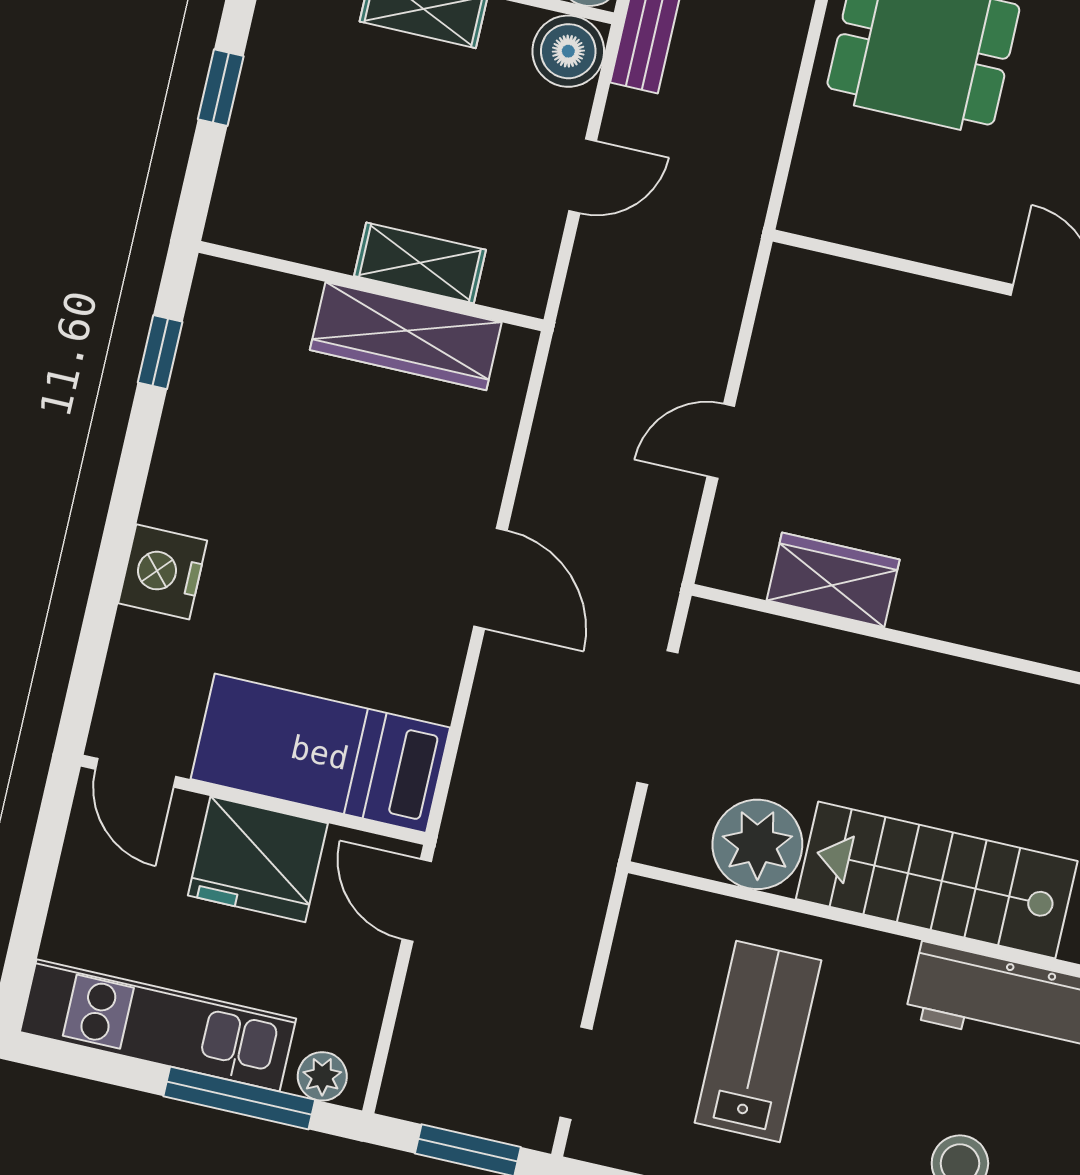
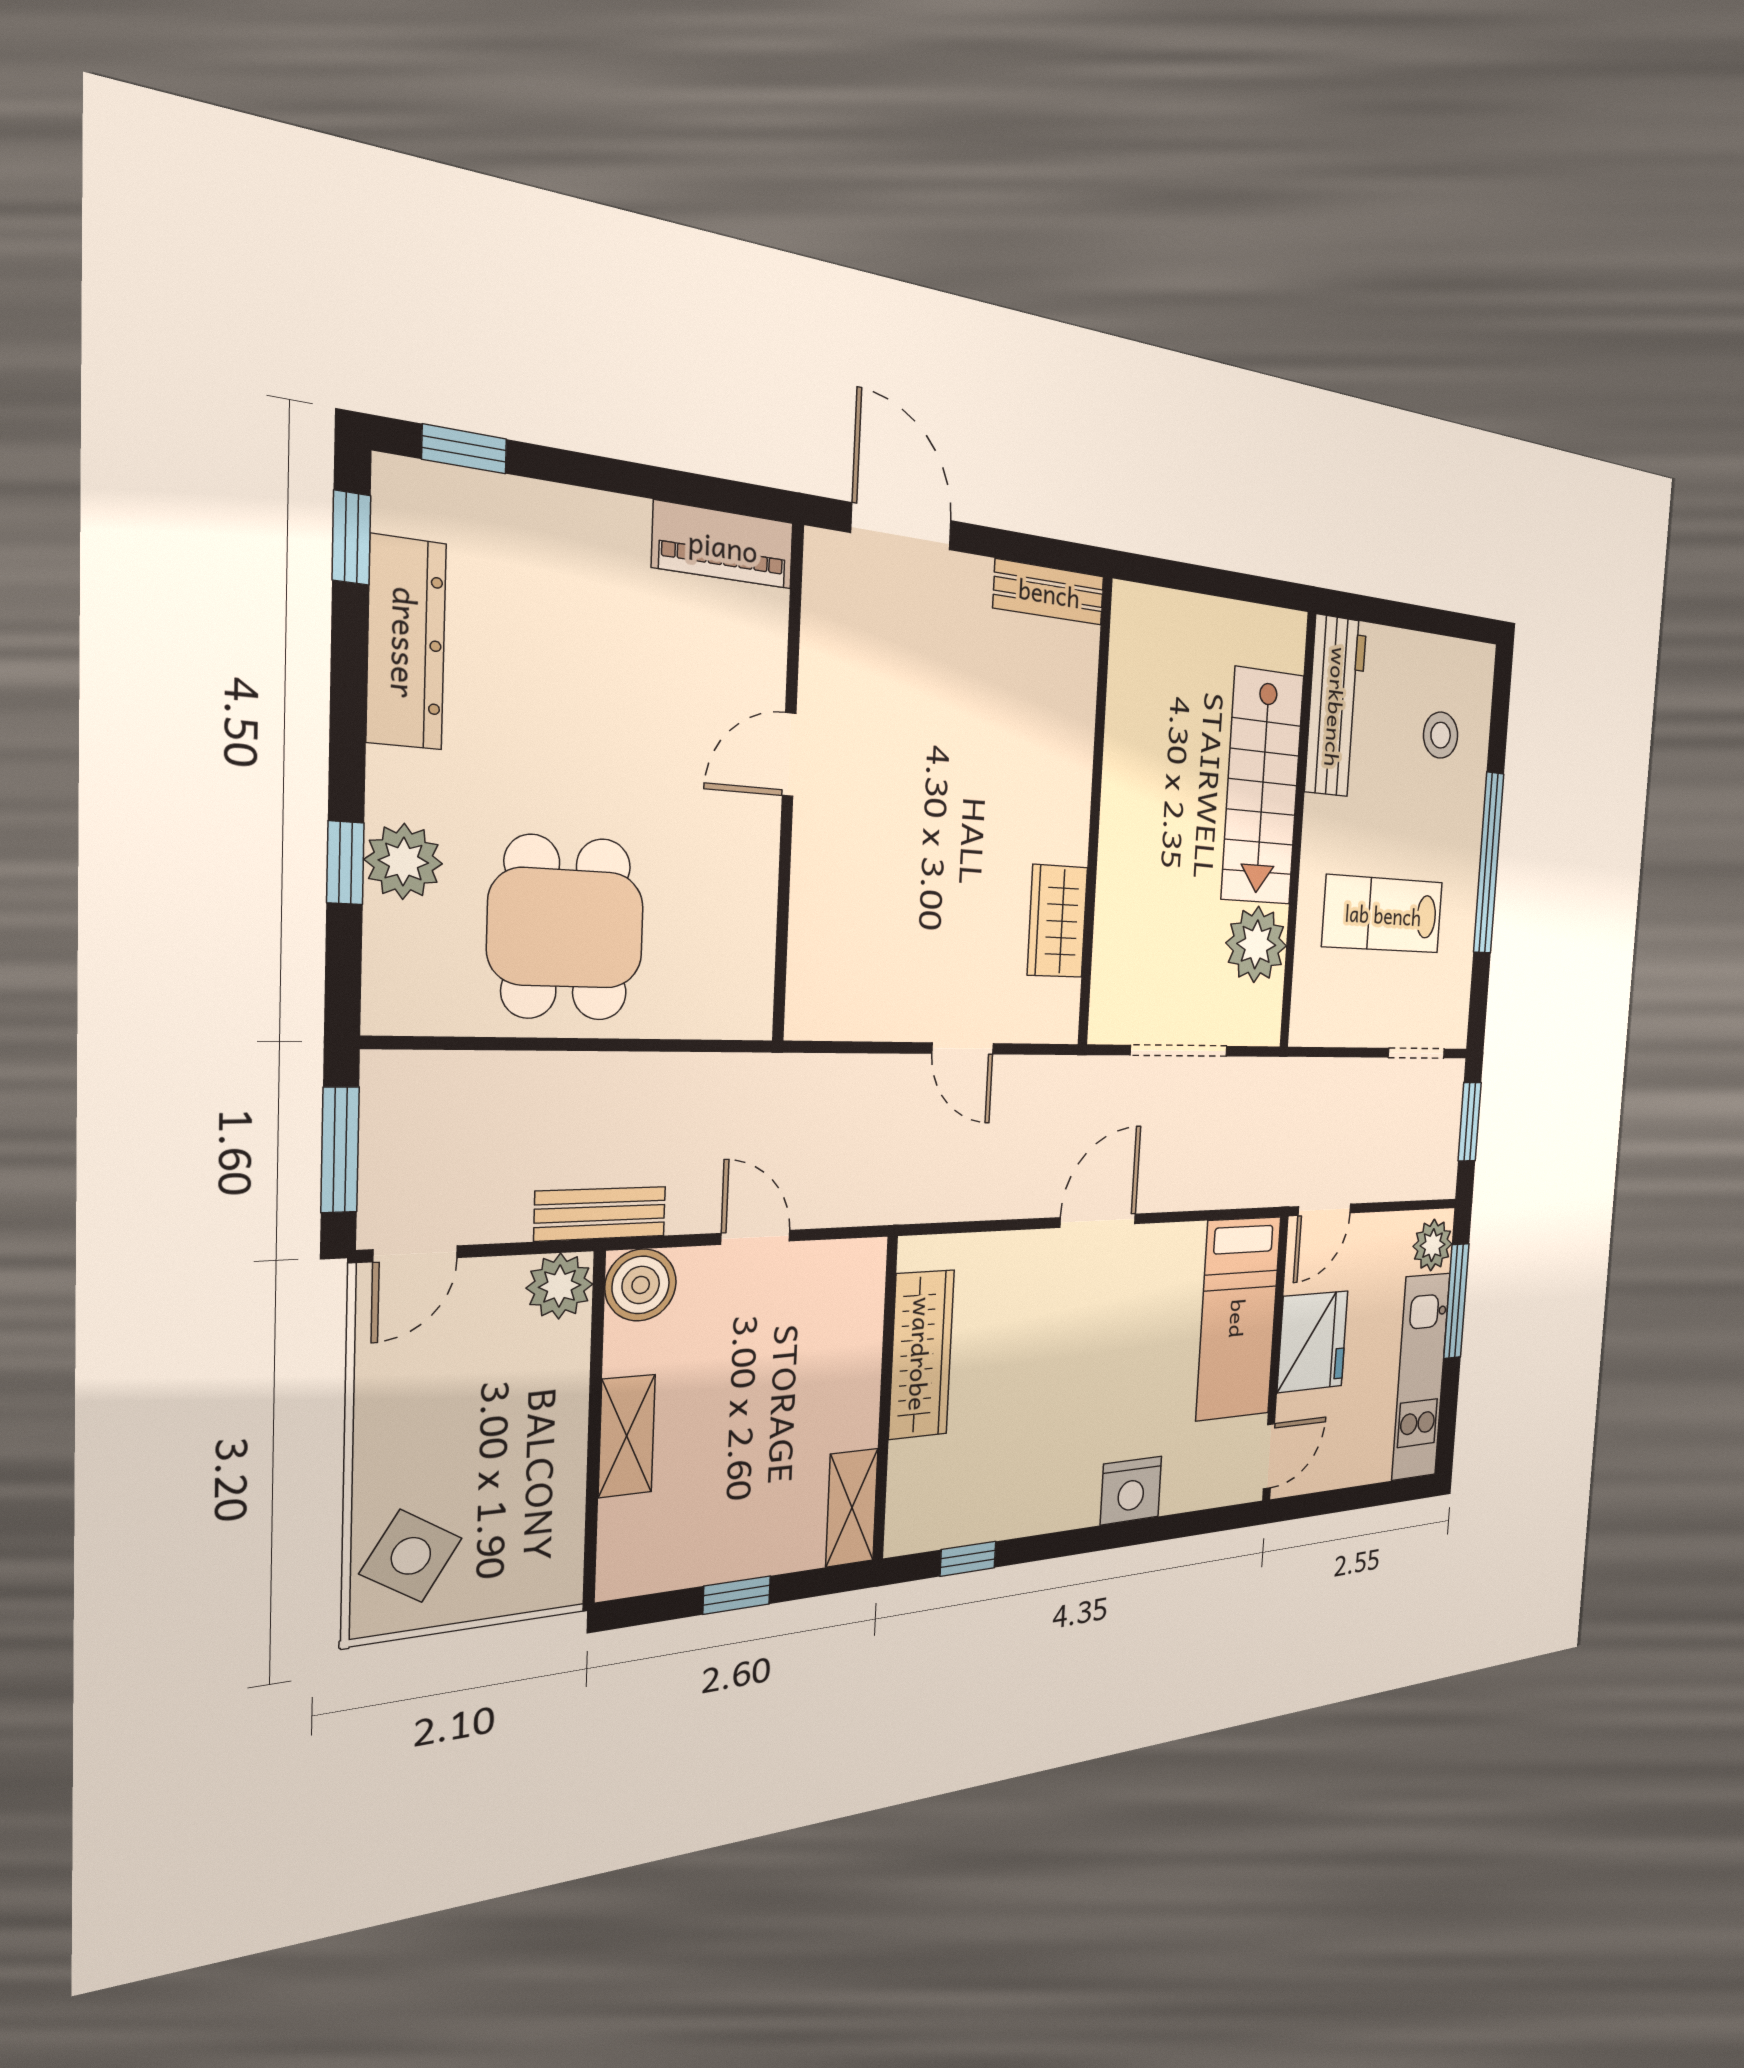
shelving: (420, 263) -> (852, 1508), moved
plant: (322, 1076) -> (1433, 1245), width x1.38, depth x1.38

